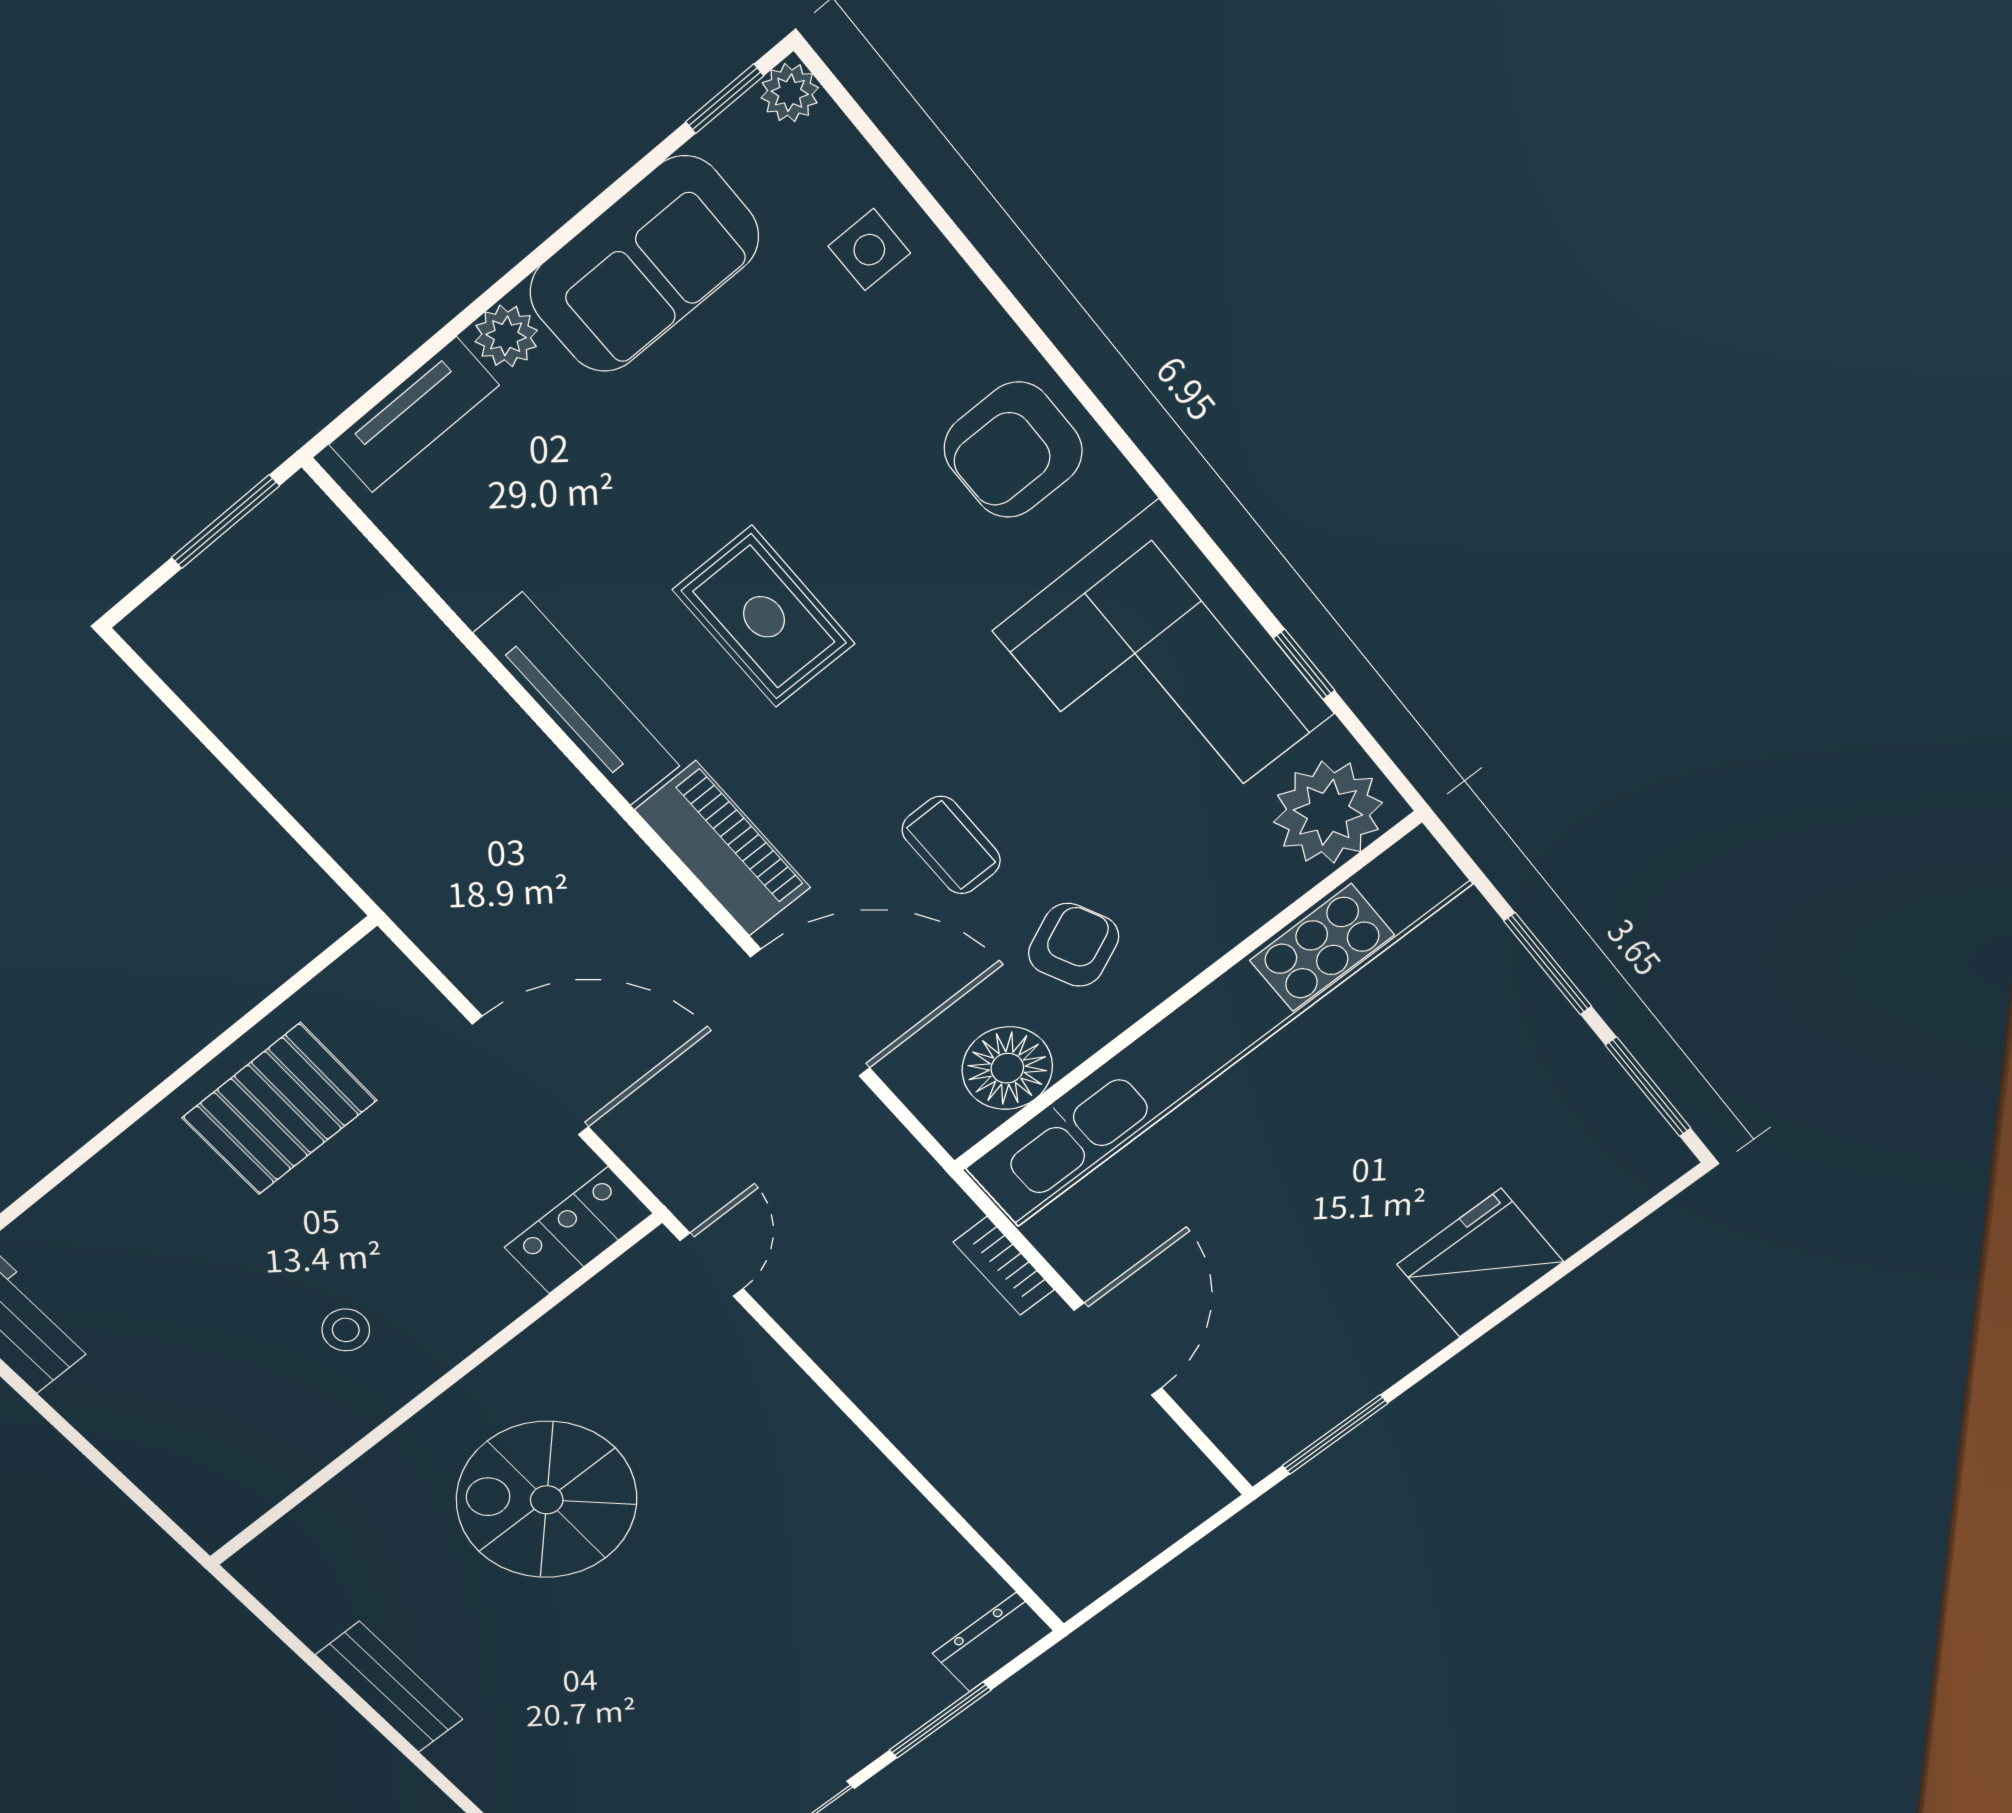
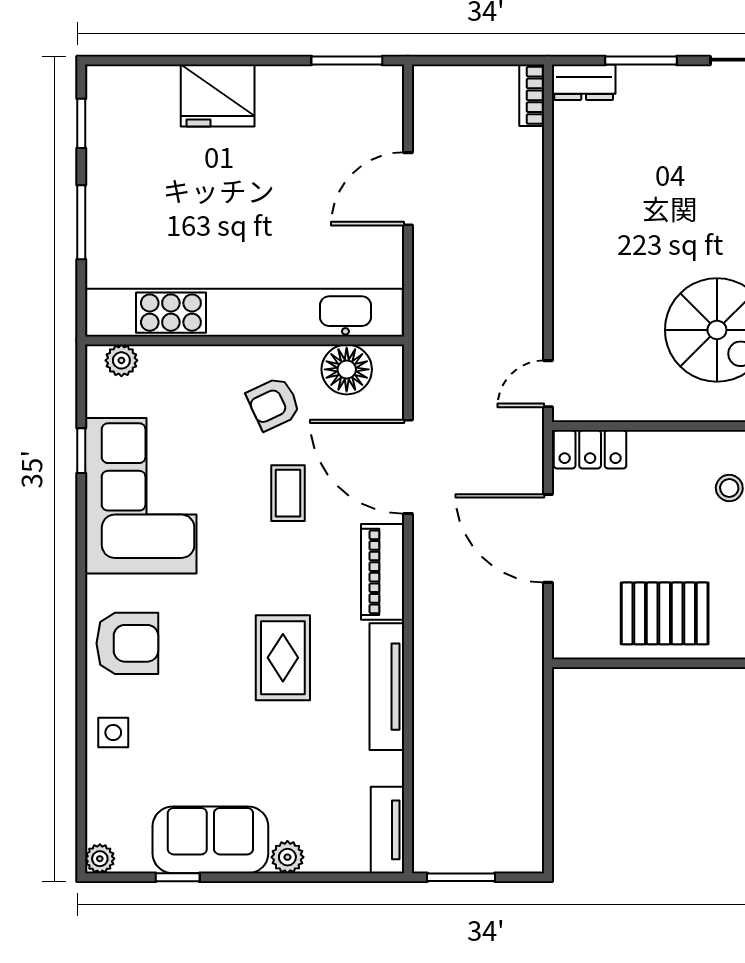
window: (725, 99) -> (178, 877), moved
side table: (869, 250) -> (113, 732), moved
tv unit: (414, 415) -> (388, 830), moved, turned -90
plant: (1328, 812) -> (121, 360), width x0.53, depth x0.53
window: (1648, 1087) -> (81, 123), width x0.67
bookcase: (1004, 1266) -> (532, 95), moved, turned 180

